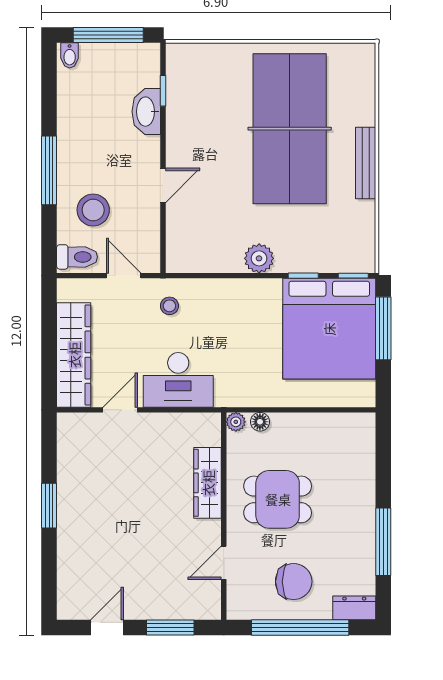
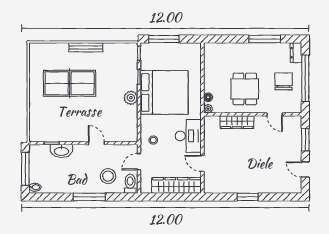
table tennis table: (290, 129) -> (70, 83), width x0.73, depth x0.76
bed: (329, 329) -> (164, 92), moved

